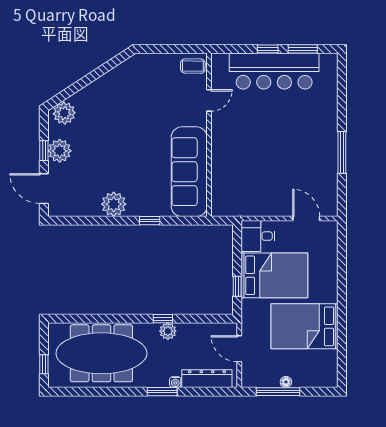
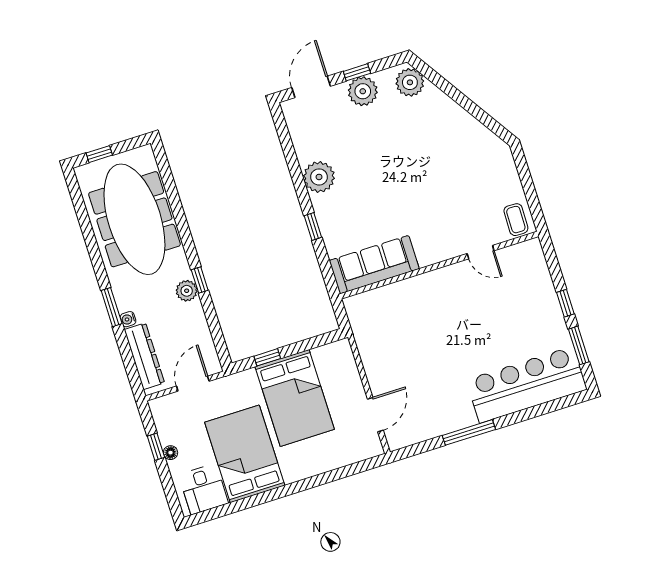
bar counter: (274, 71) -> (527, 385), moved, turned 90
sofa: (189, 172) -> (374, 265), width x0.74, depth x0.79
desk: (258, 236) -> (204, 489), moved, turned 180
window: (278, 392) -> (156, 447), width x0.46

